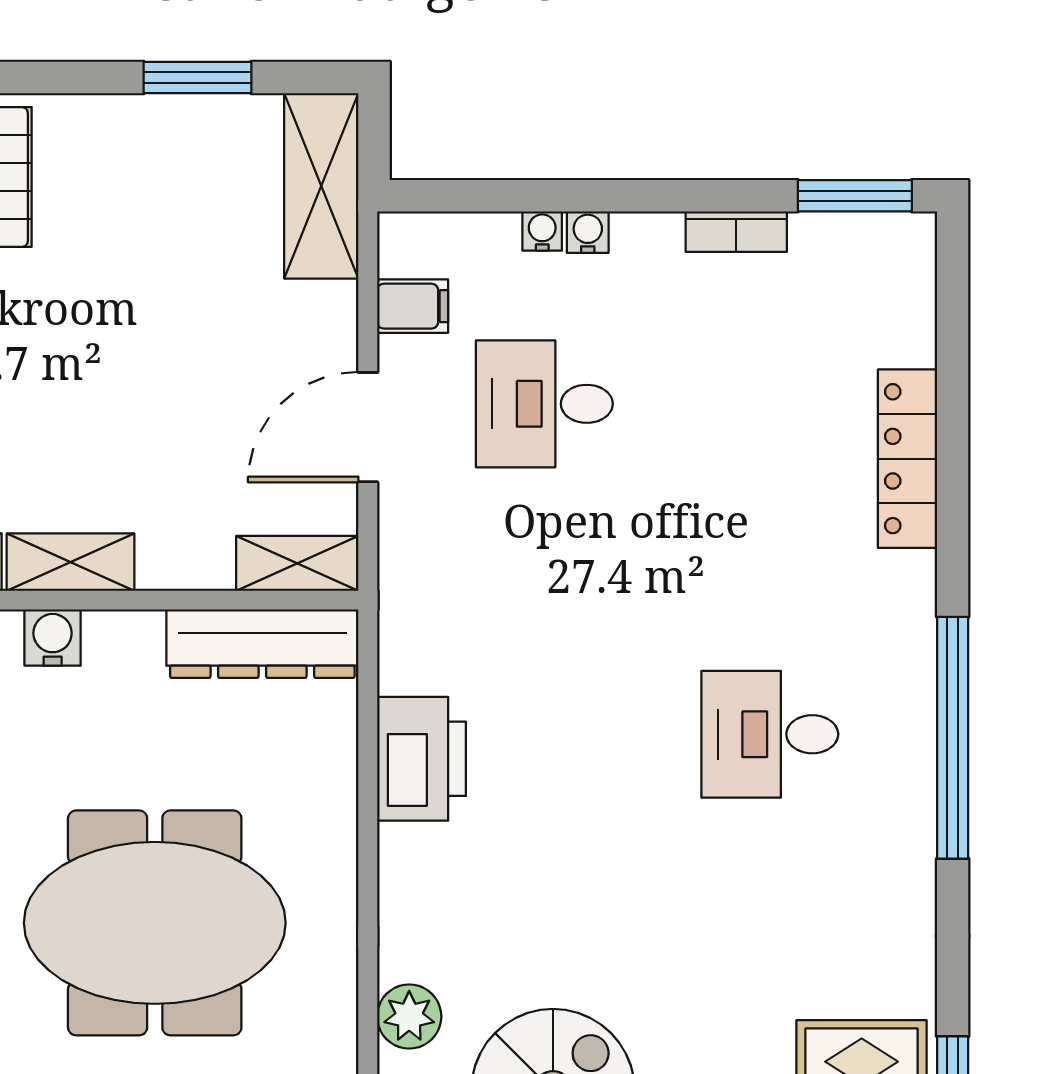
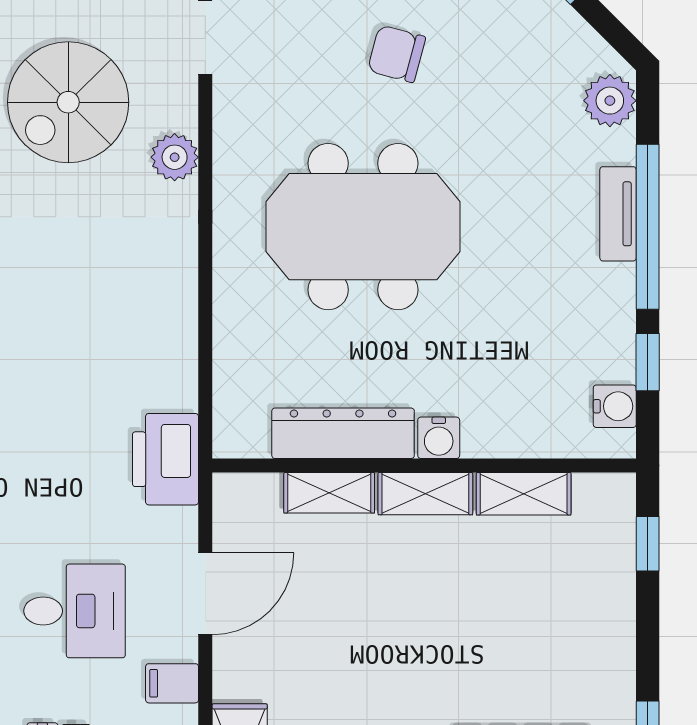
shelving: (297, 563) -> (329, 493), moved
dresser: (262, 644) -> (343, 433), moved
printer: (422, 759) -> (165, 459), moved

